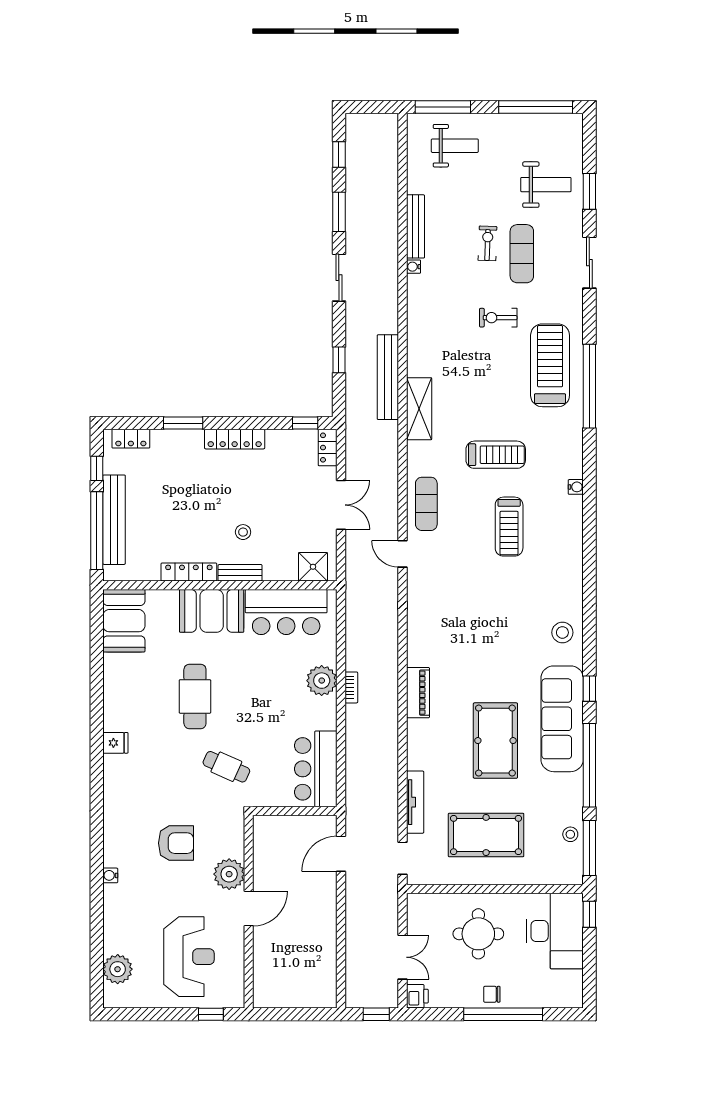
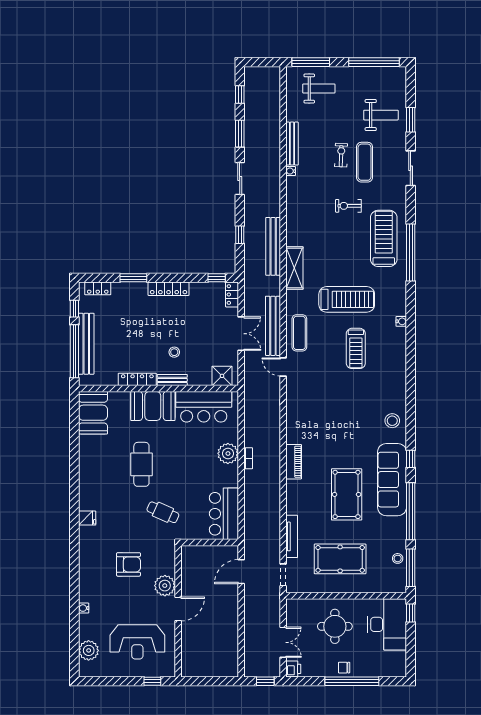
treadmill: (496, 455) -> (347, 299), width x1.37, depth x1.38
bench: (388, 493) -> (273, 326), added
fridge: (115, 743) -> (87, 518), moved
water cooler: (110, 875) -> (84, 608), moved
reception desk: (189, 957) -> (137, 642), turned 90

